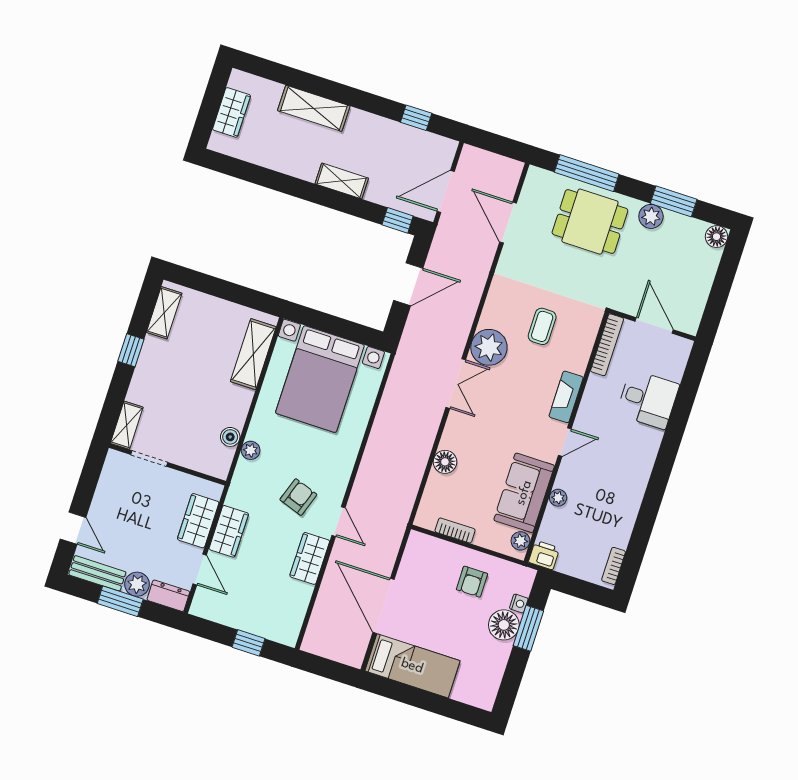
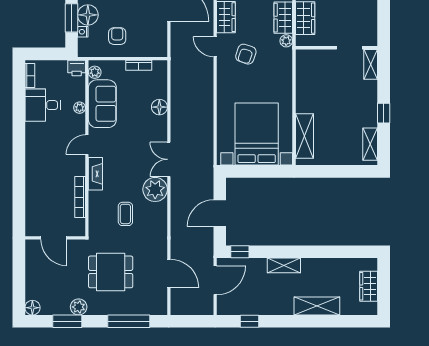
dining table: (590, 222) -> (111, 272), moved
bookcase: (607, 345) -> (80, 197), moved
desk: (648, 399) -> (43, 105), moved
boiler: (230, 437) -> (302, 78), removed
plant: (251, 450) -> (286, 41), moved

